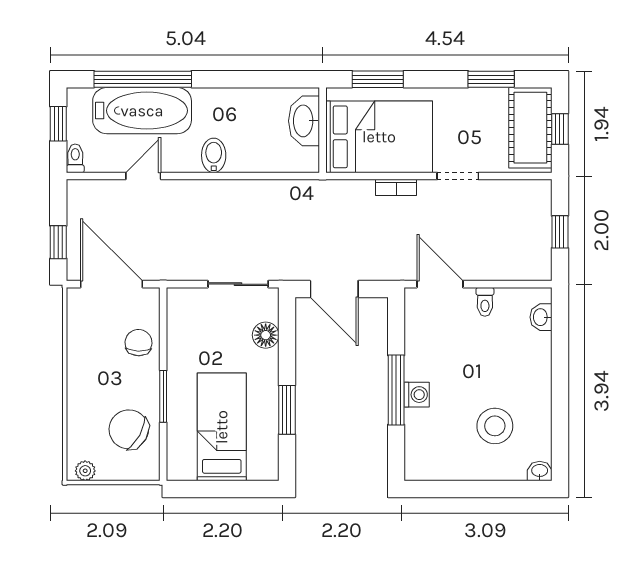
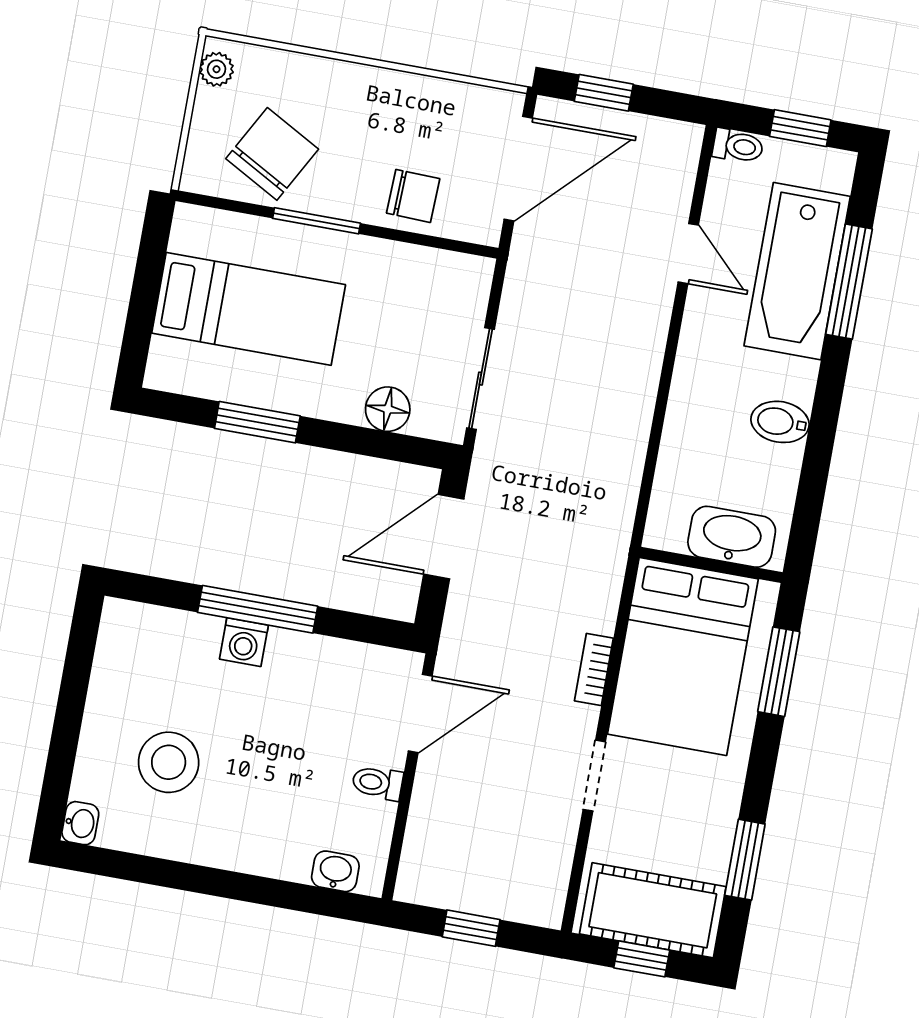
window: (143, 79) -> (849, 282), width x0.68
bidet: (214, 155) -> (780, 422), moved, turned 180

